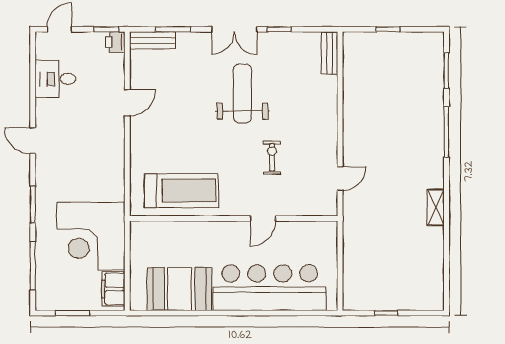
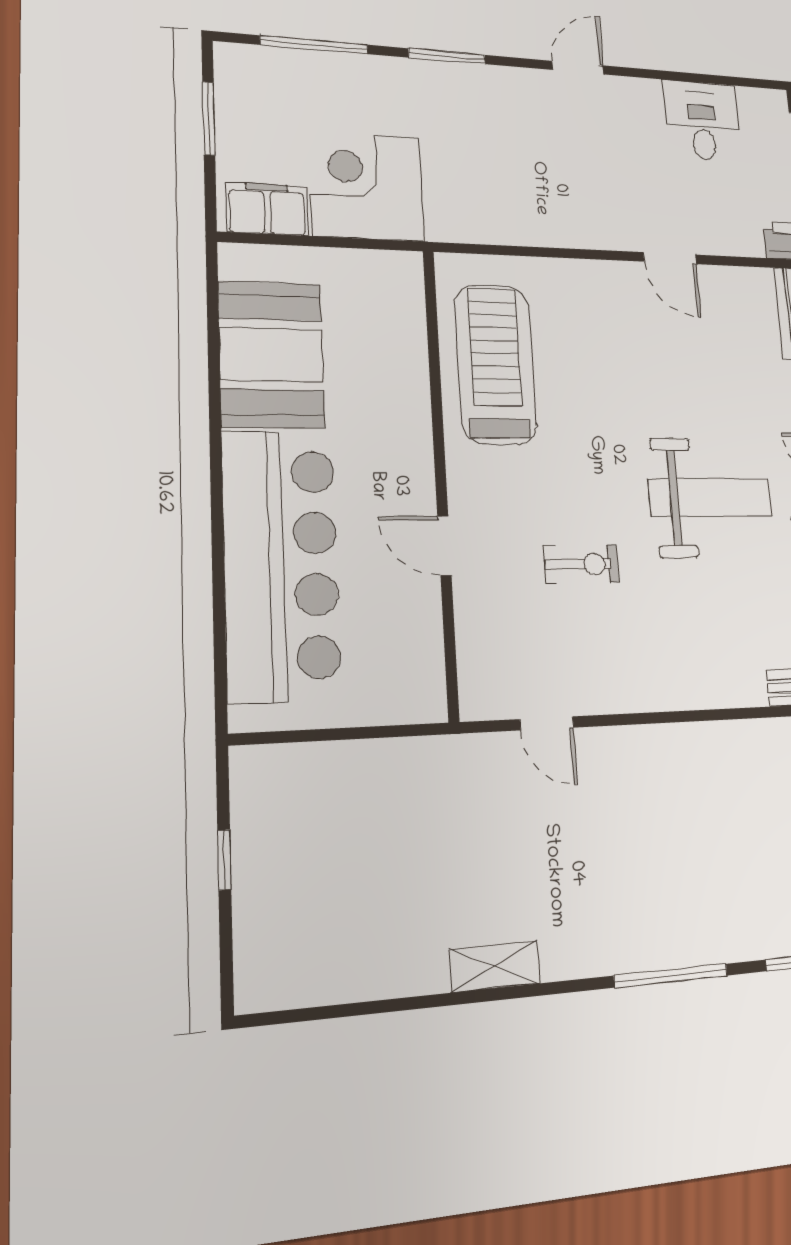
treadmill: (181, 191) -> (496, 364), turned 180
corner desk: (91, 236) -> (366, 186), width x0.74, depth x0.74

